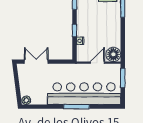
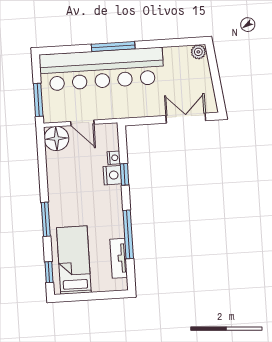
nightstand: (82, 31) -> (112, 175), added
double door: (36, 62) -> (186, 118), swing flipped
door: (97, 63) -> (82, 123), hinge flipped

